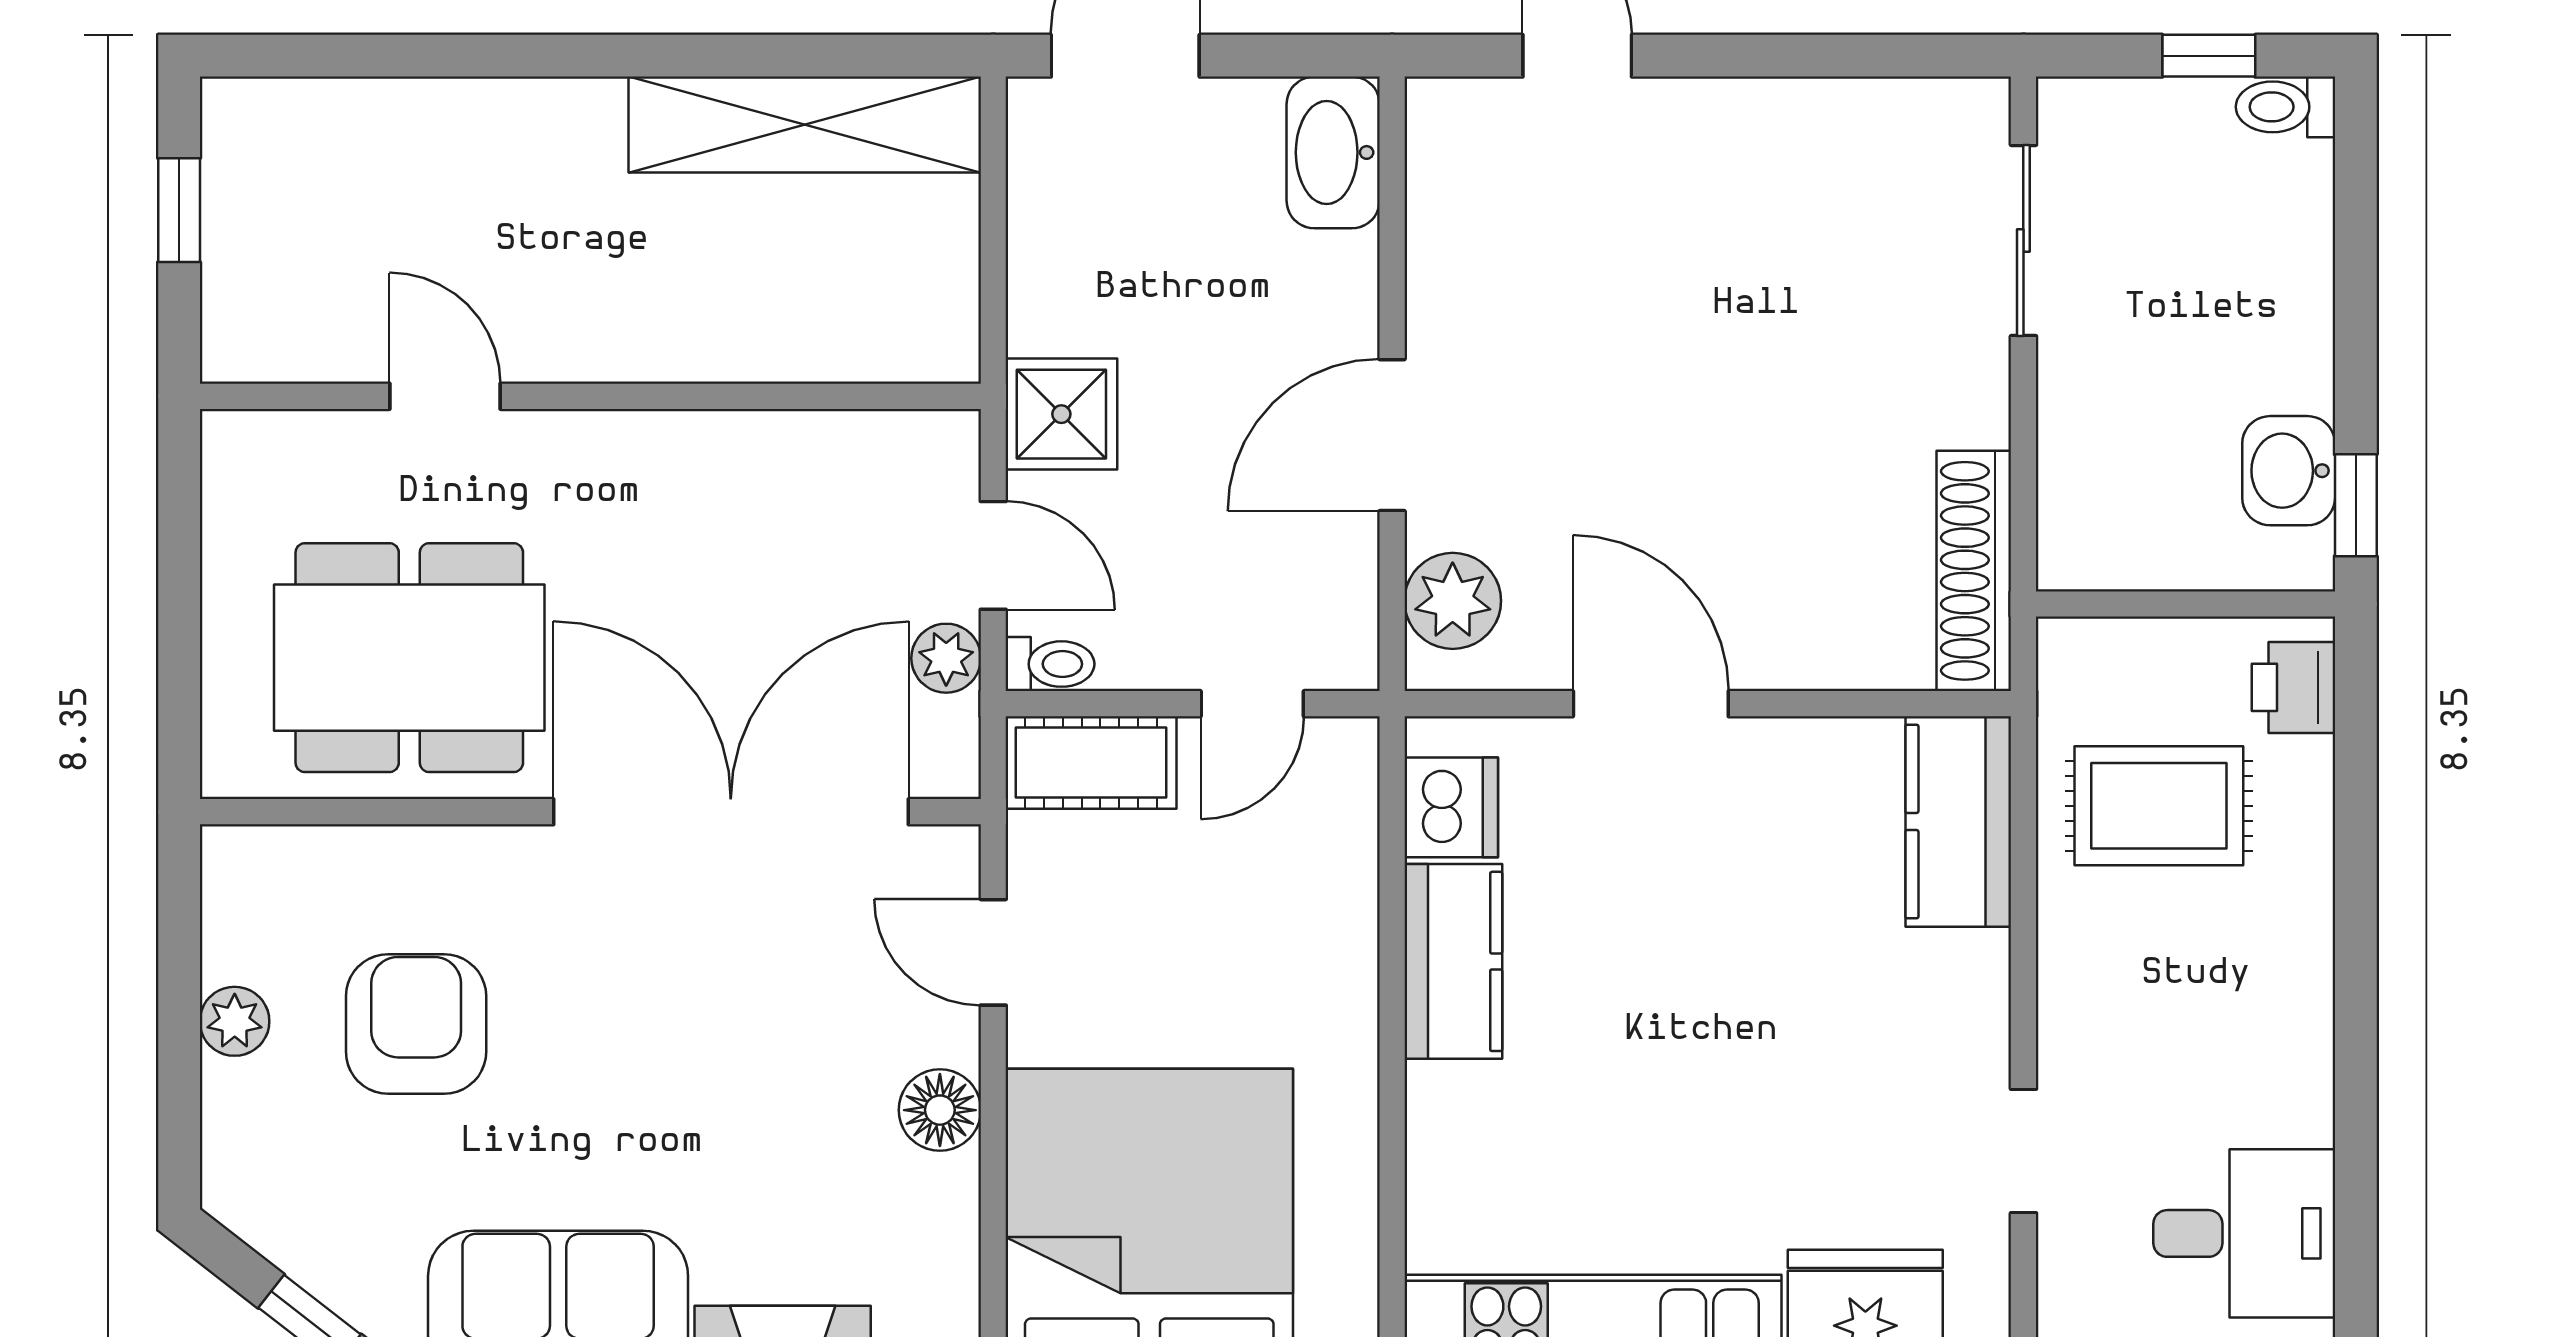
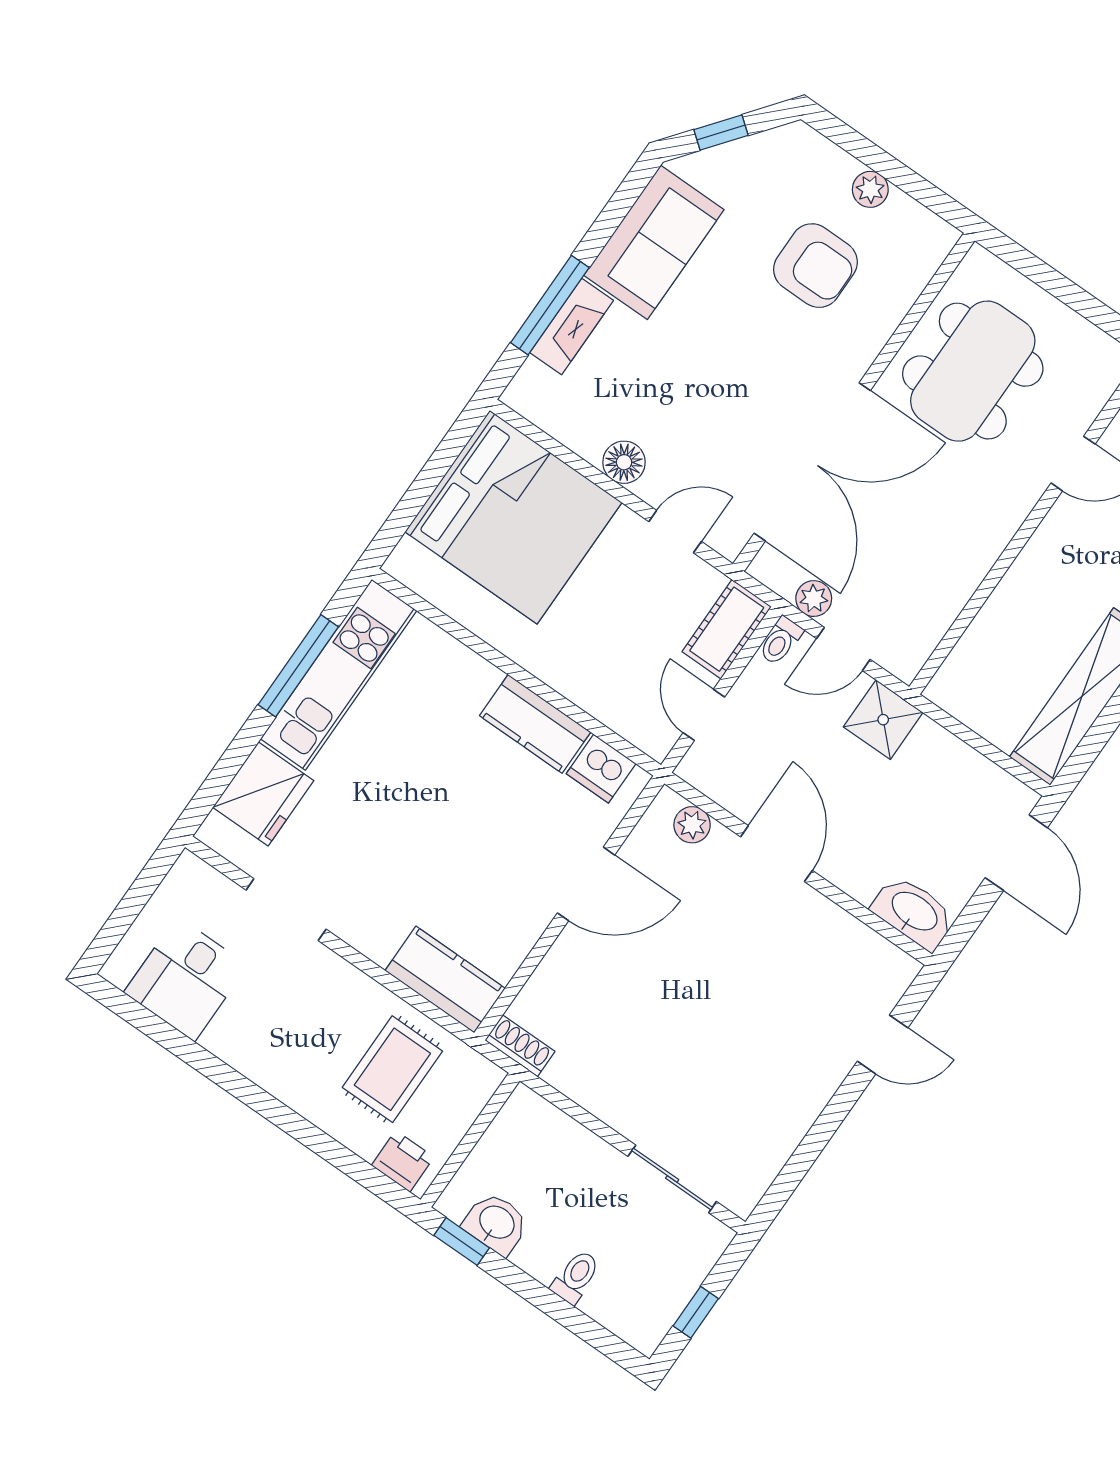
toilet: (2285, 107) -> (576, 1277), moved
shoe rack: (1974, 571) -> (520, 1046), width x0.51, depth x0.81
plant: (1453, 601) -> (692, 825), width x0.73, depth x0.73
doorway: (2023, 1151) -> (286, 910), width x1.38

